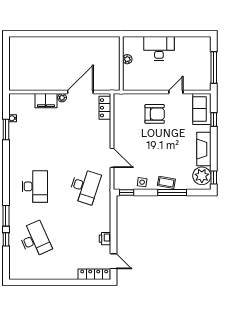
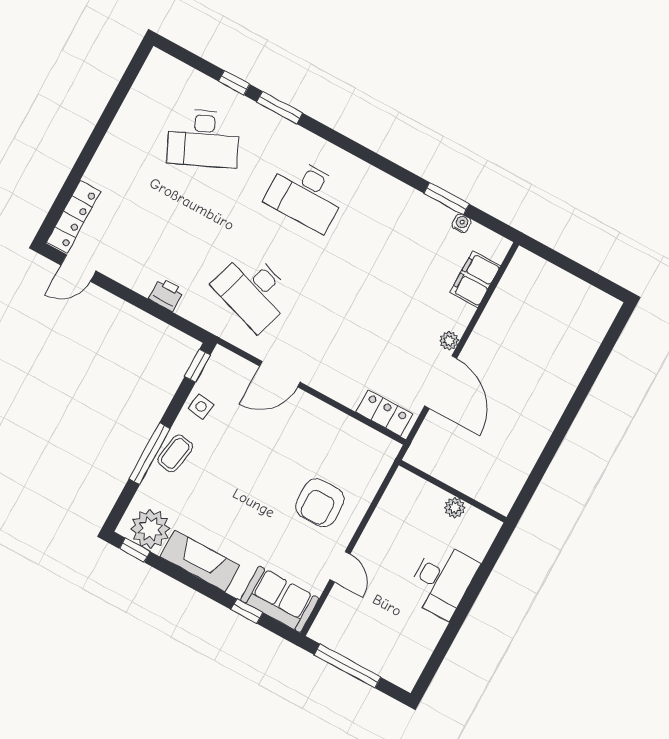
filing cabinet: (46, 101) -> (475, 279), moved
printer: (105, 239) -> (166, 294), moved

